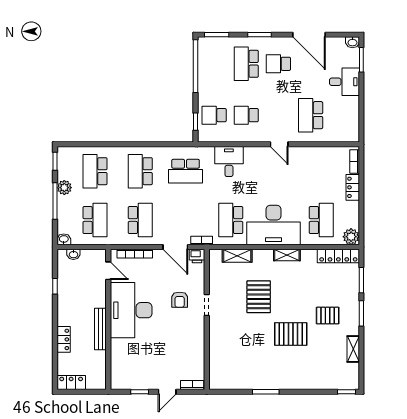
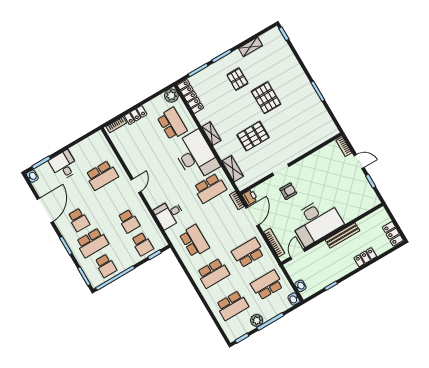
school desk: (214, 64) -> (106, 266), added
school desk: (321, 220) -> (172, 124), turned 90

